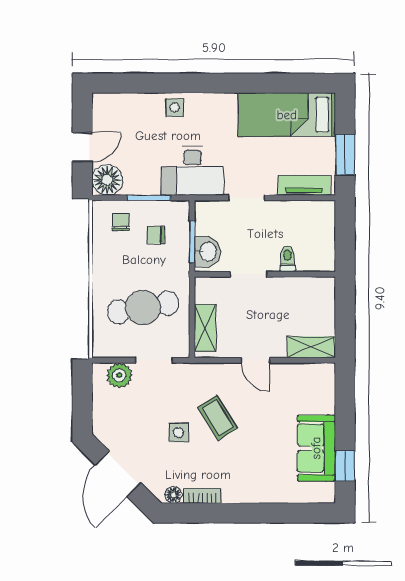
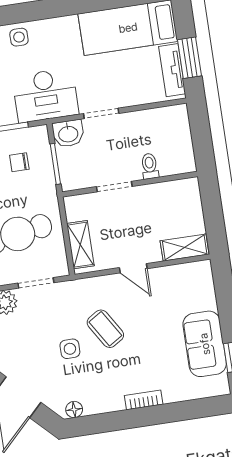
tv unit: (304, 185) -> (172, 70), moved, turned -90
washbasin: (207, 252) -> (68, 133), moved, turned 90
bookcase: (203, 496) -> (144, 400), moved

